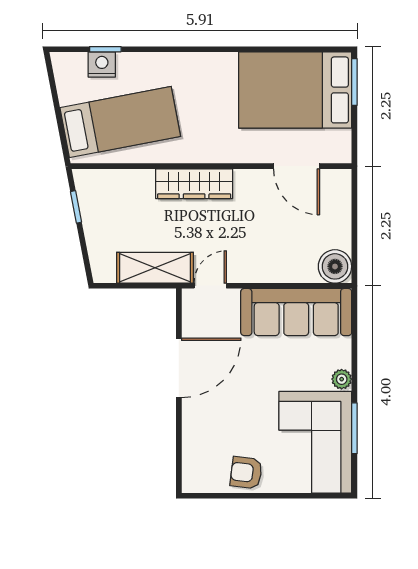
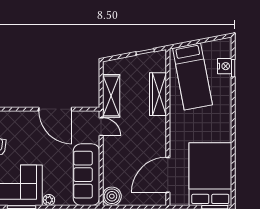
door: (297, 166) -> (168, 175), width x1.36
wardrobe: (194, 184) -> (158, 94), moved

